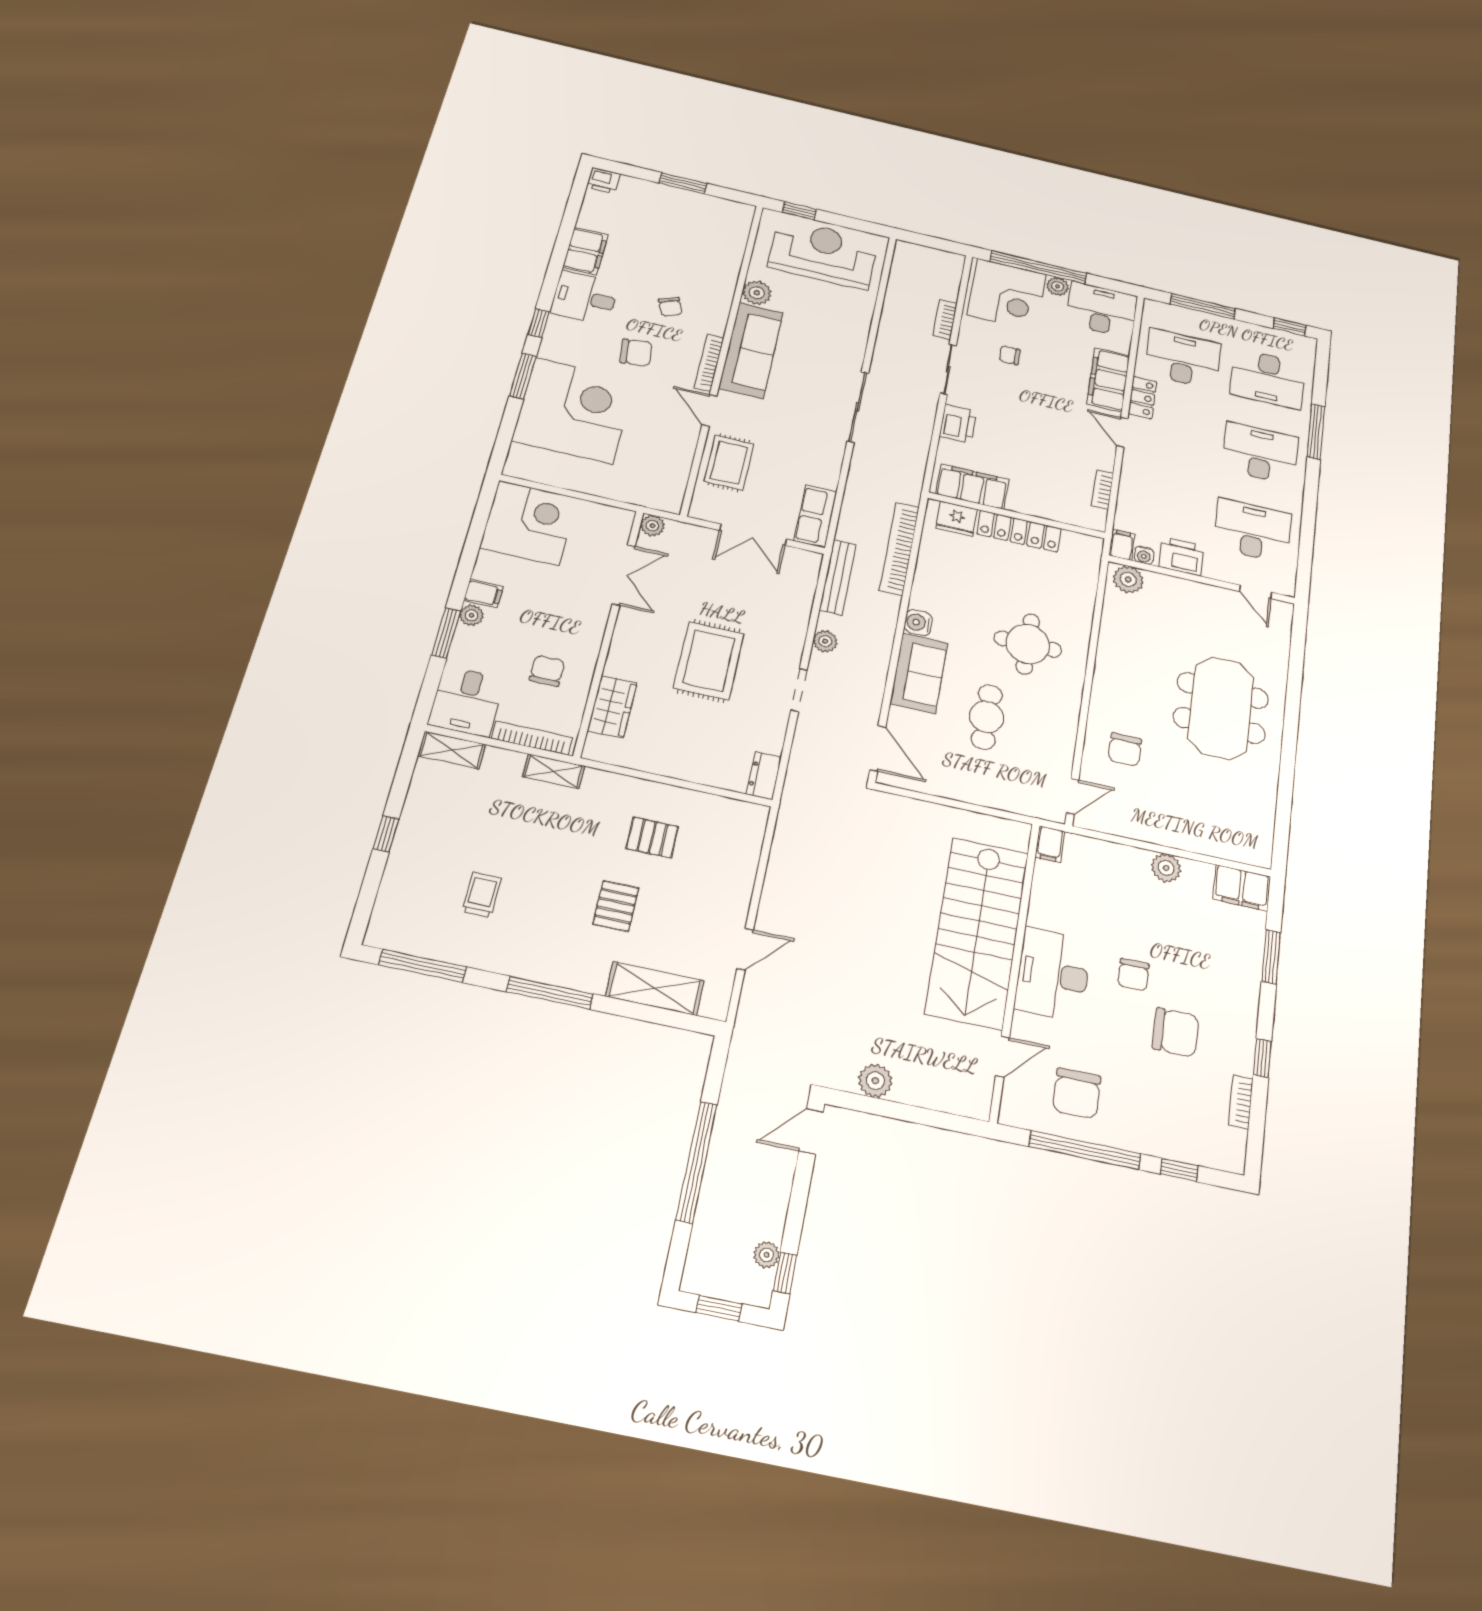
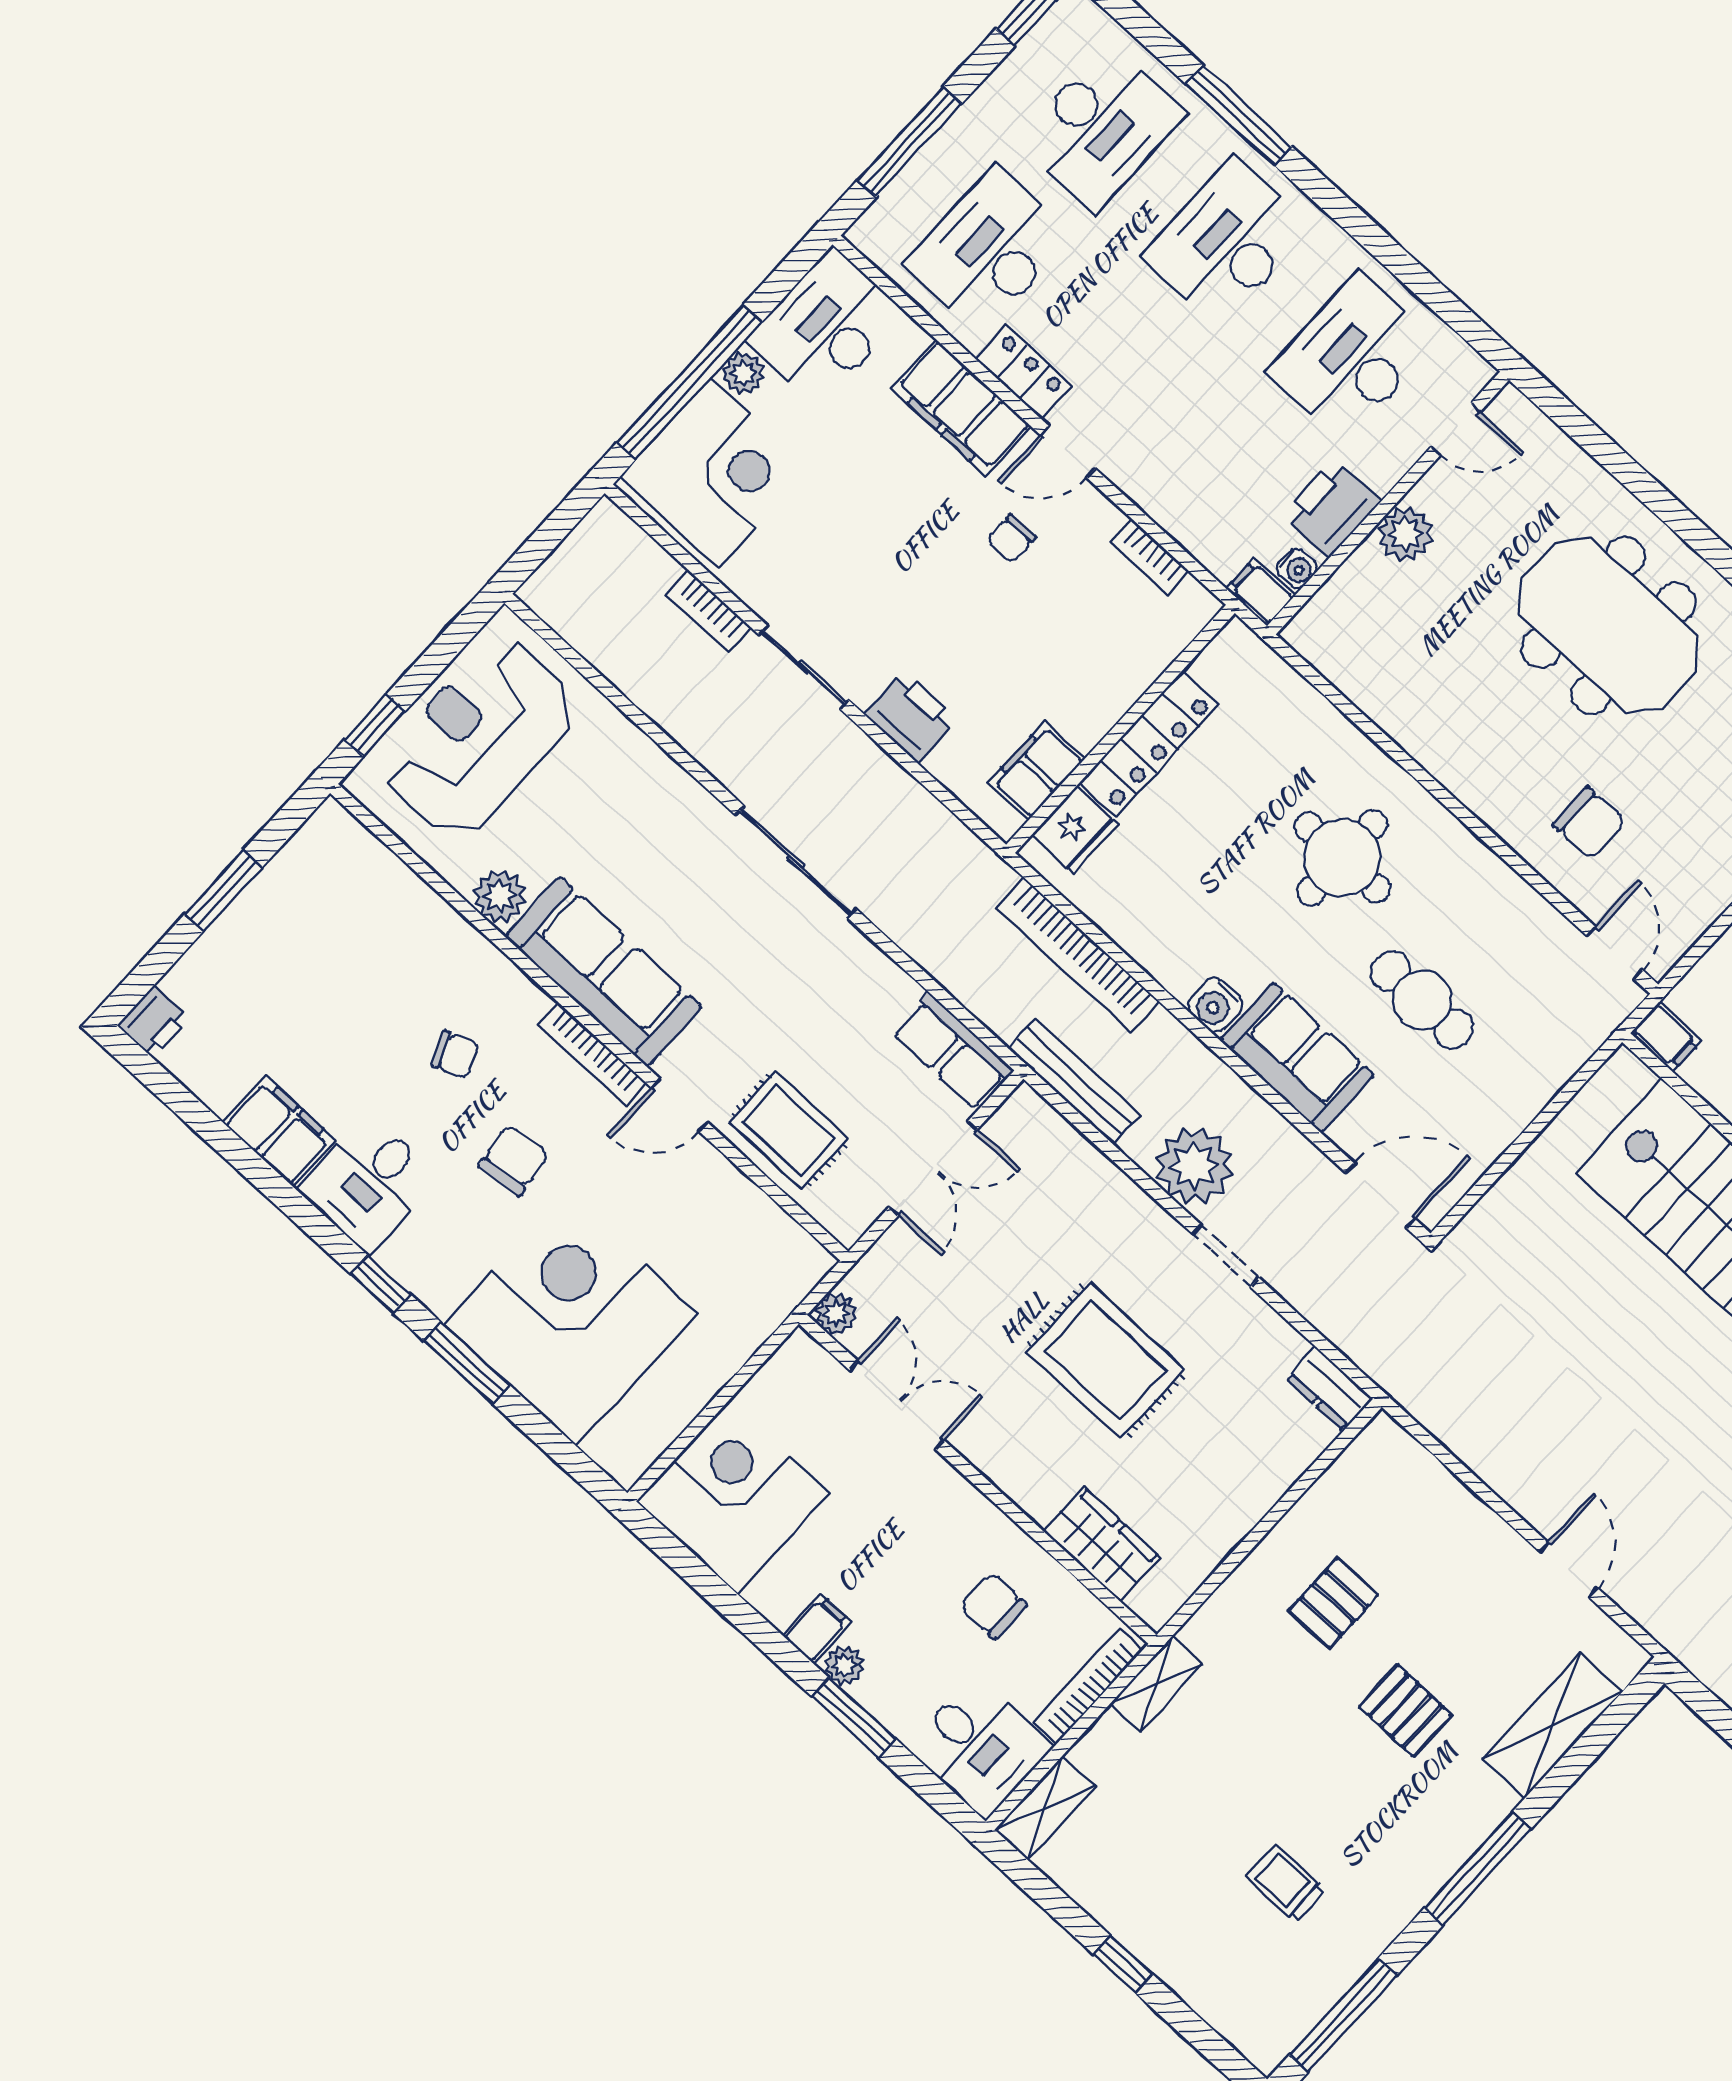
chair: (1010, 355) -> (1011, 538), moved
filing cabinet: (972, 487) -> (1036, 771), width x0.67, depth x0.86
plant: (1128, 579) -> (1405, 534), moved
plant: (825, 641) -> (1194, 1166), width x1.88, depth x1.88

